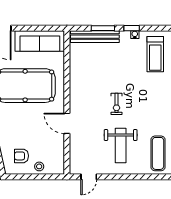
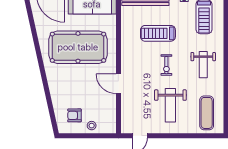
treadmill: (108, 71) -> (158, 33), added
weight bench: (154, 103) -> (203, 65), added

